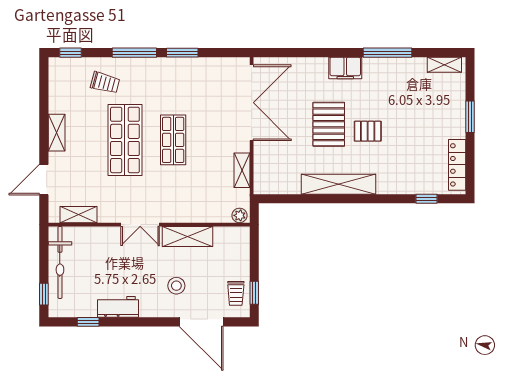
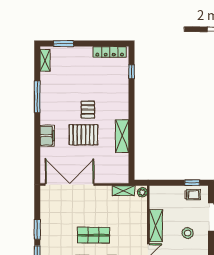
filing cabinet: (345, 68) -> (47, 136), moved
window: (470, 117) -> (64, 44), moved
shelving: (242, 170) -> (124, 191), moved
shelving: (339, 184) -> (122, 136), width x0.68

